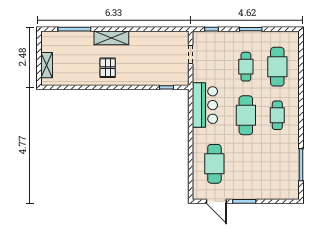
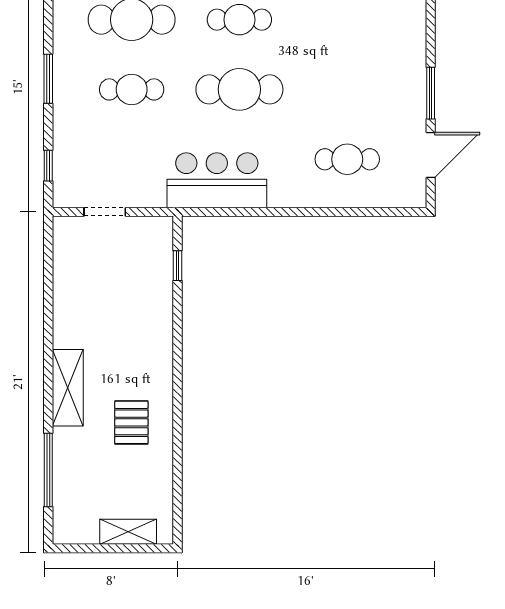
pallet: (108, 68) -> (131, 422), moved, turned 90
cafe table: (214, 164) -> (347, 159), width x0.73, depth x0.74

